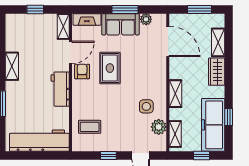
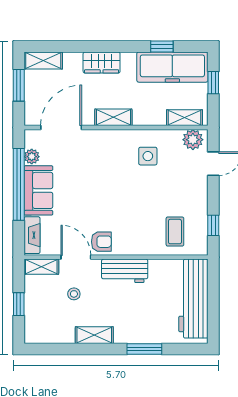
window: (125, 9) -> (19, 184), width x2.11
shelving: (218, 42) -> (43, 60), moved
stool: (43, 51) -> (74, 294), added
rug: (110, 68) -> (97, 205), removed
armchair: (82, 72) -> (101, 242), turned 180
shelving: (175, 94) -> (113, 117), moved
plant: (159, 127) -> (193, 140), moved
window: (108, 156) -> (213, 225), moved

